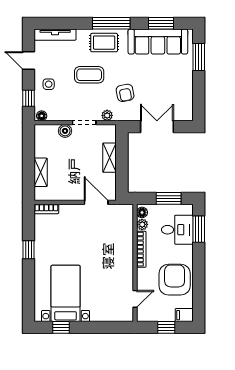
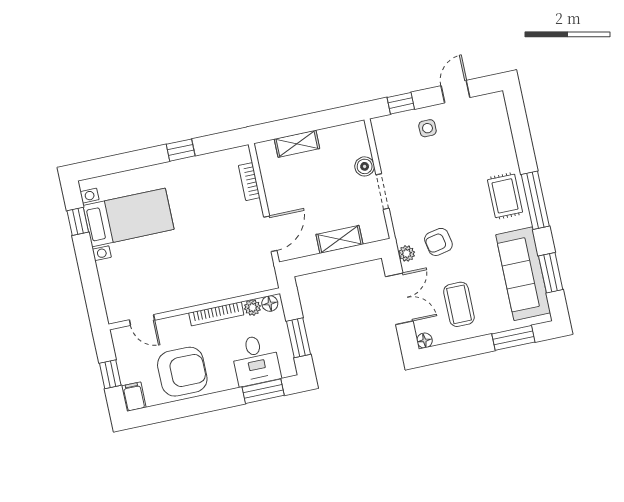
tv unit: (55, 35) -> (501, 122), removed
coffee table: (89, 75) -> (459, 304), moved
plant: (107, 115) -> (407, 253), moved
floor lamp: (42, 116) -> (424, 340), moved
bookcase: (46, 209) -> (249, 182), moved

